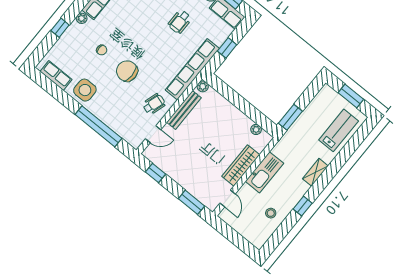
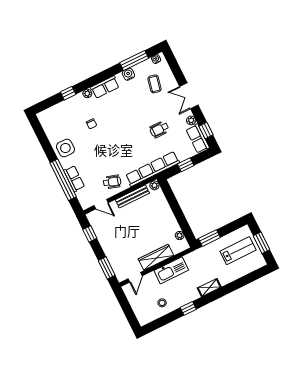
chair: (127, 71) -> (103, 148), removed
row of seats: (56, 75) -> (74, 179), moved
lab bench: (339, 130) -> (238, 251), moved

